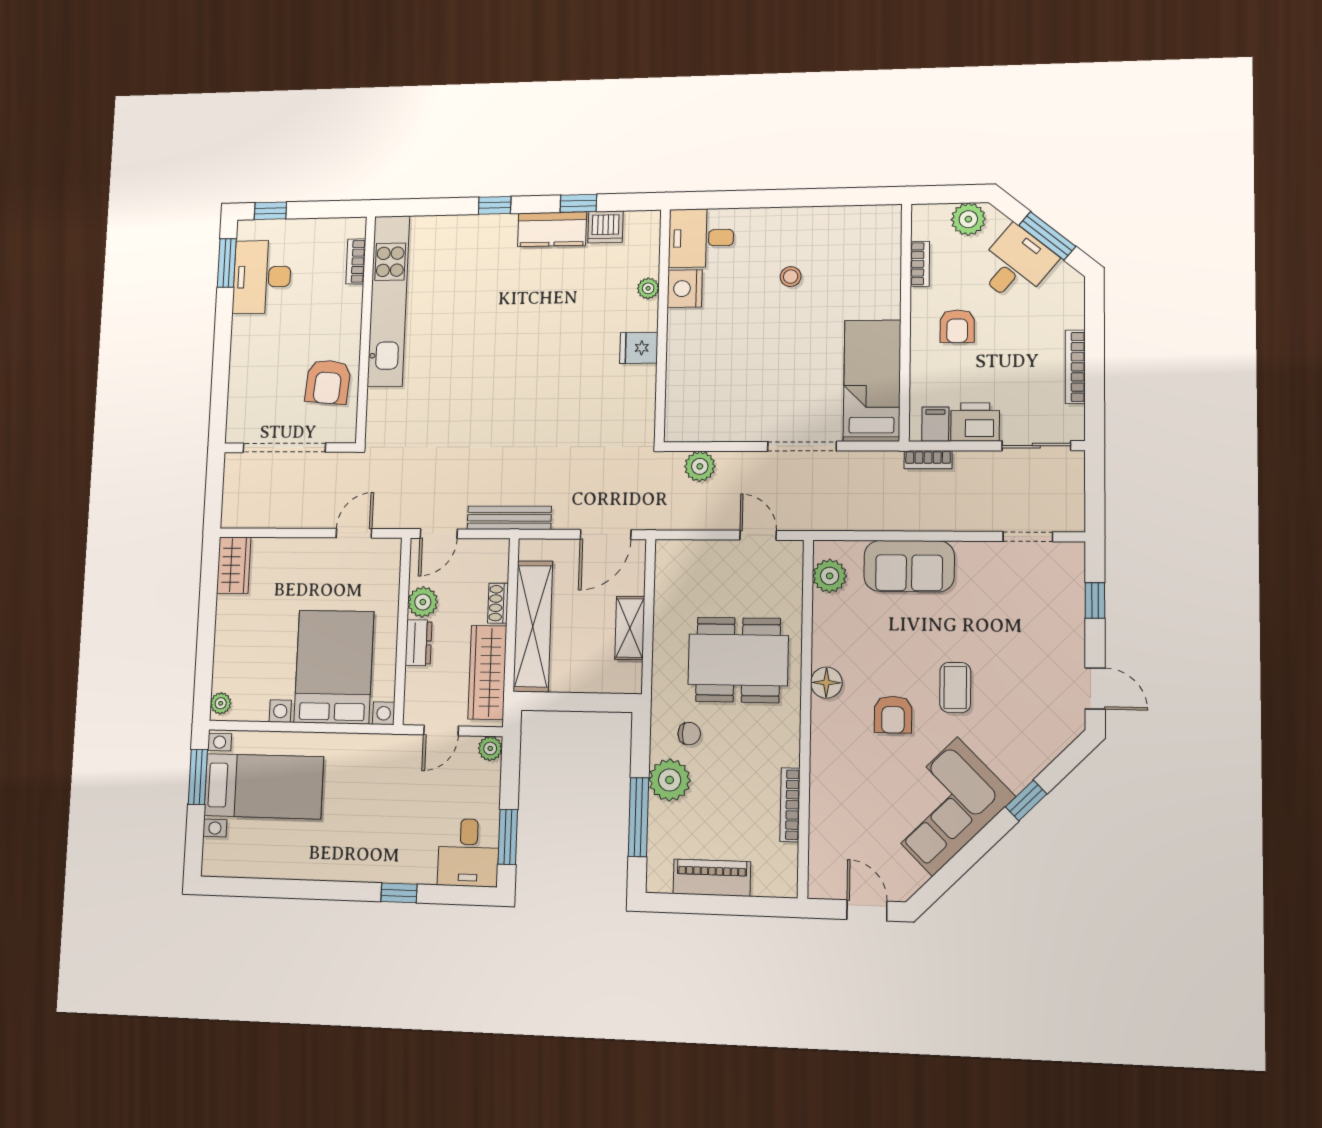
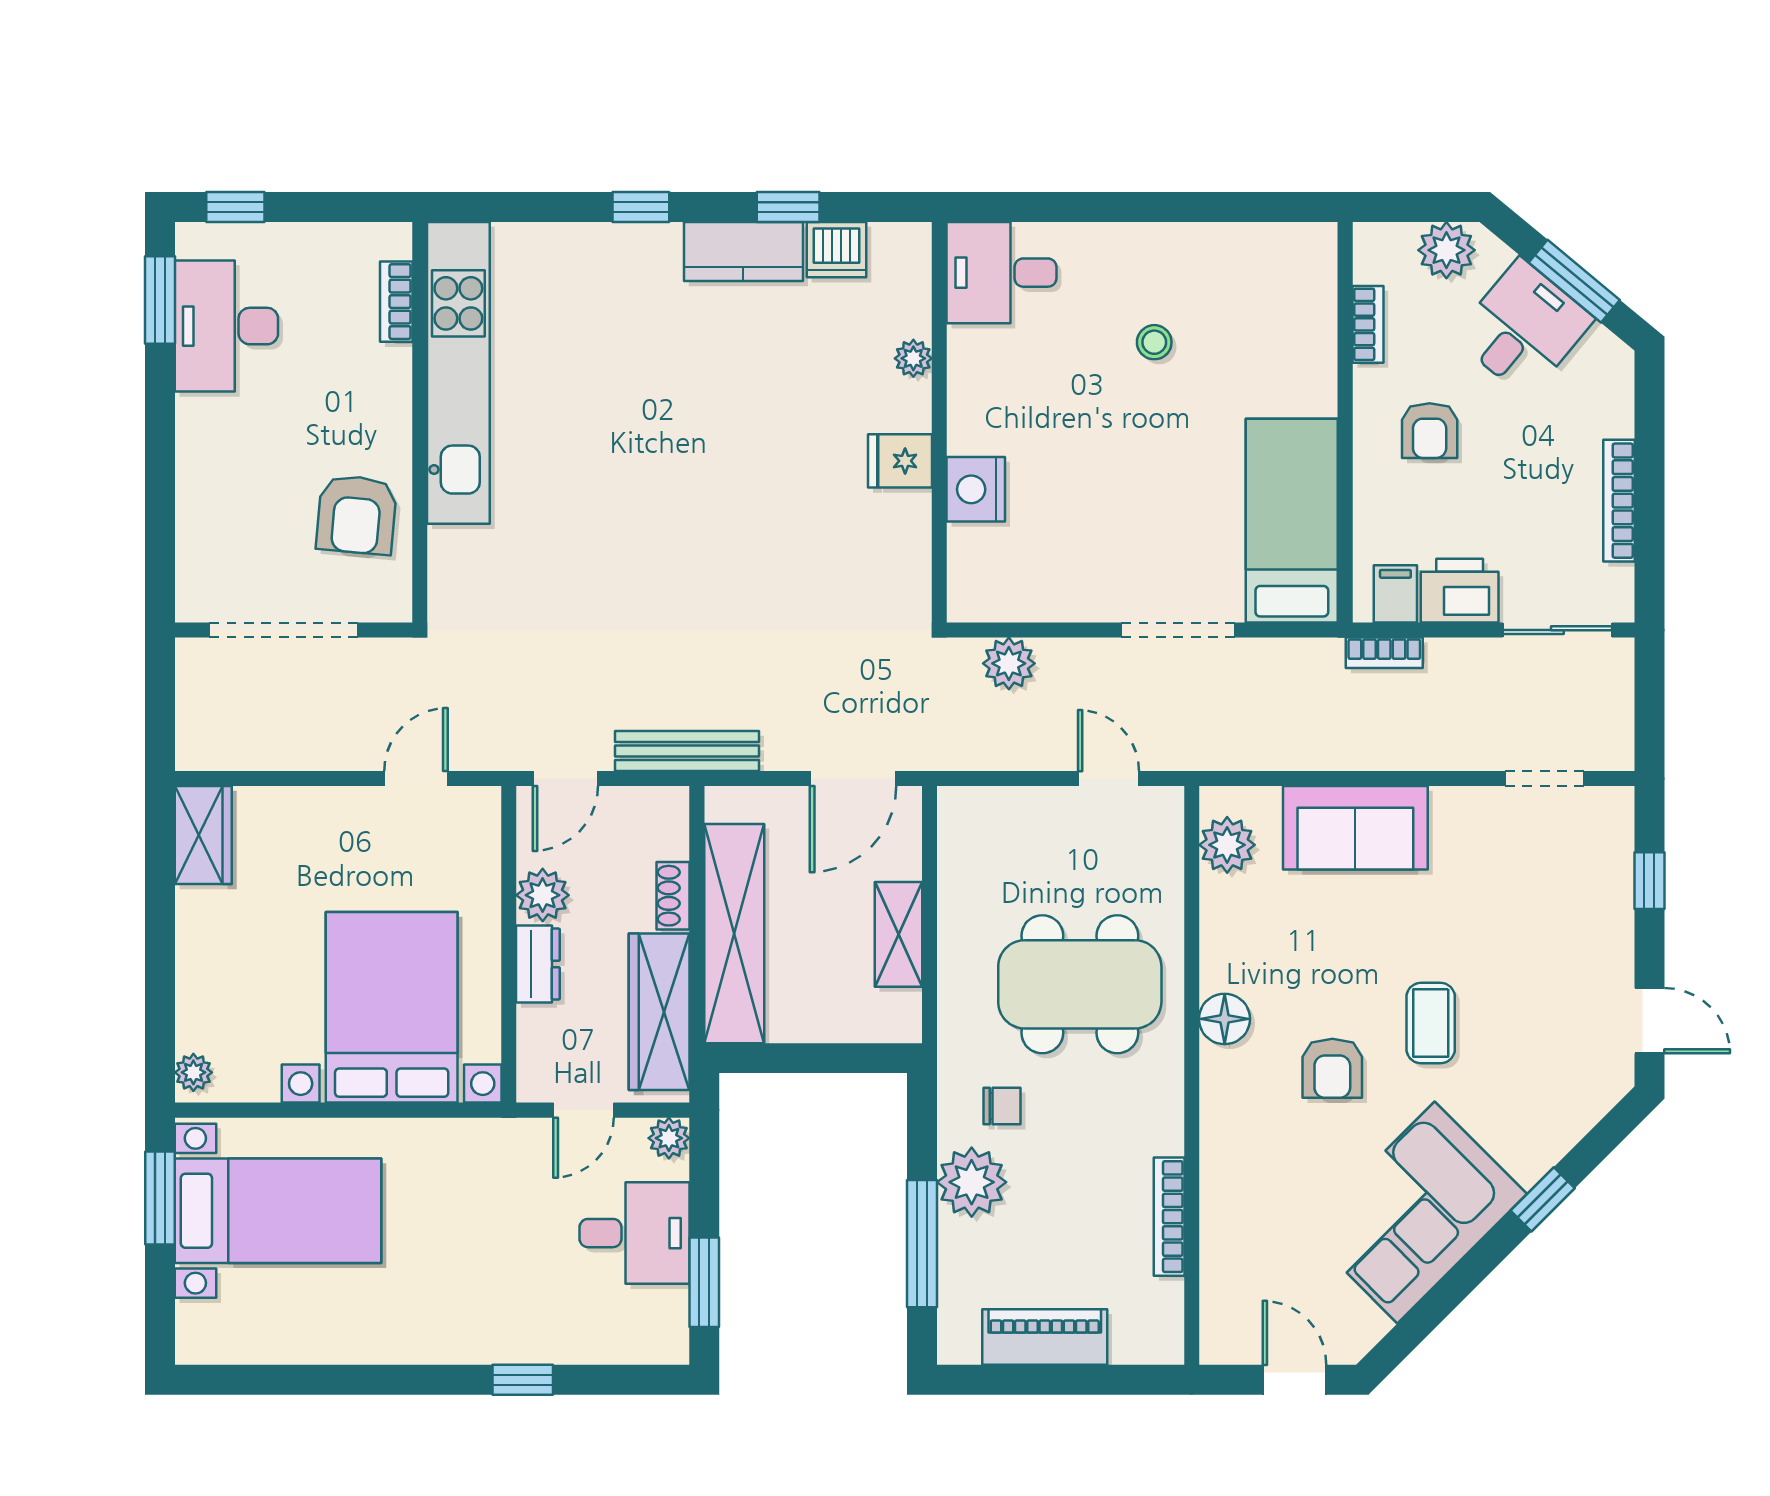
nightstand: (685, 289) -> (976, 489), moved
desk: (468, 853) -> (635, 1233), moved, turned -90

